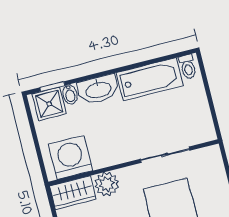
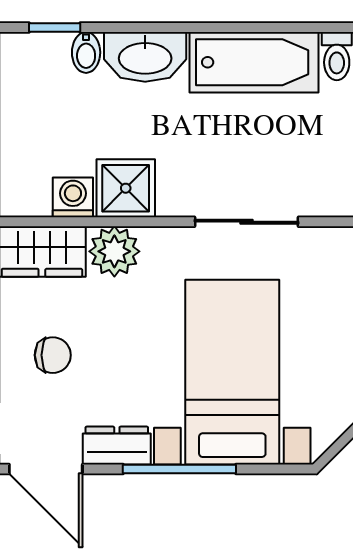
shower: (49, 104) -> (126, 188), moved
washing machine: (71, 157) -> (73, 197), width x0.53, depth x0.53

